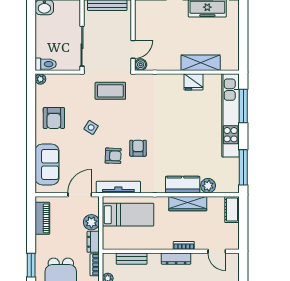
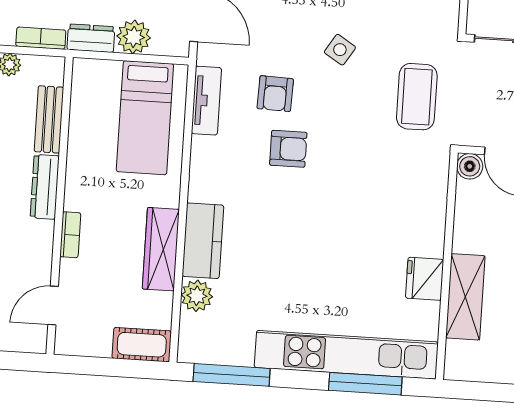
tv unit: (118, 187) -> (206, 101), width x0.71
dresser: (176, 259) -> (45, 187), moved

